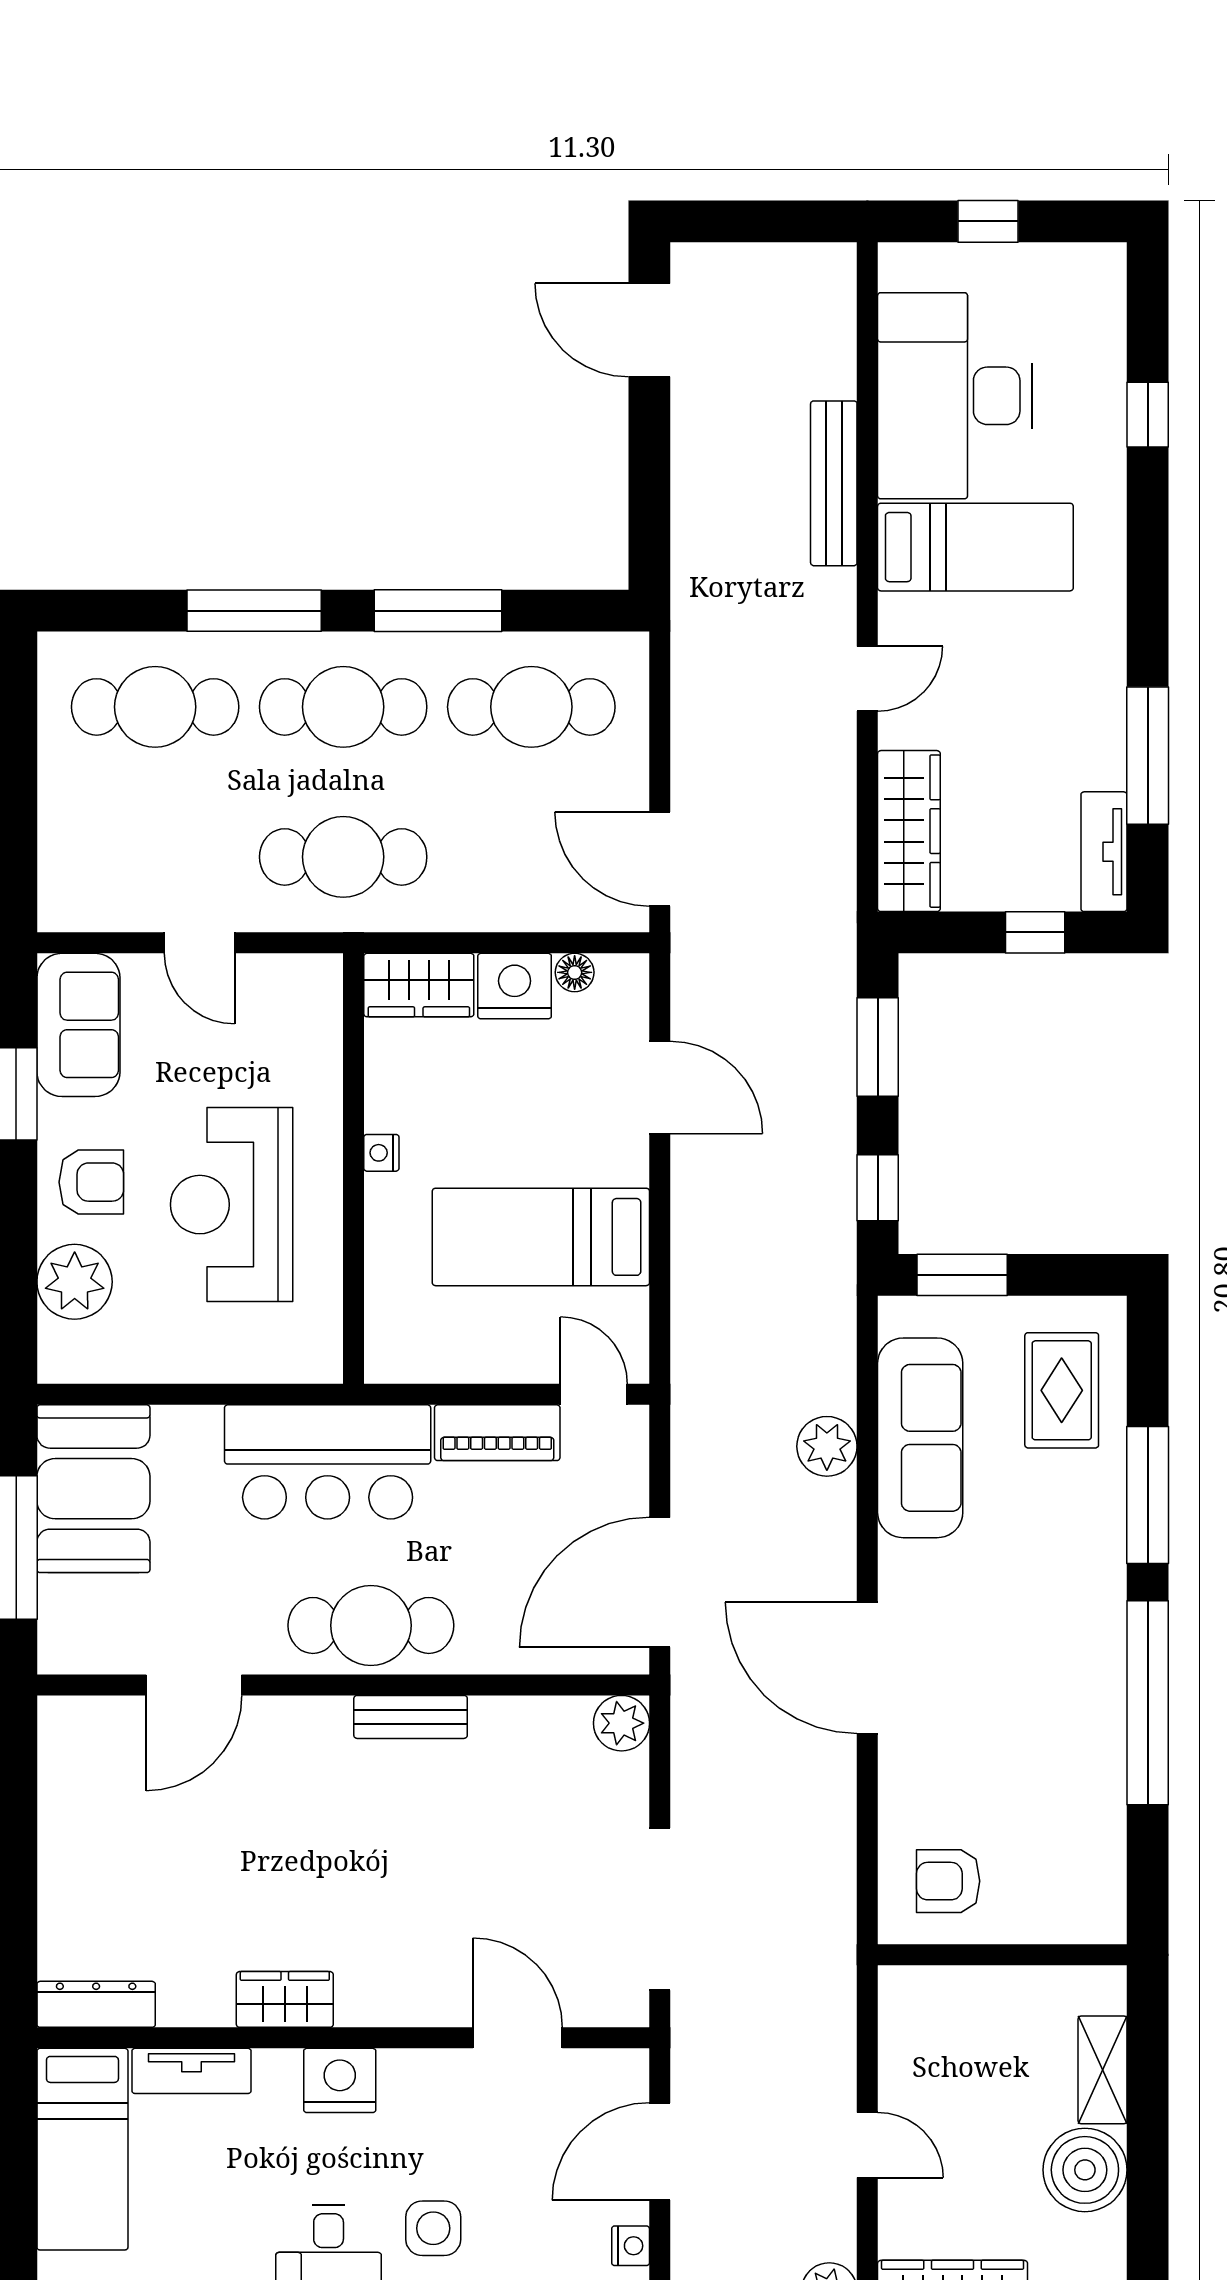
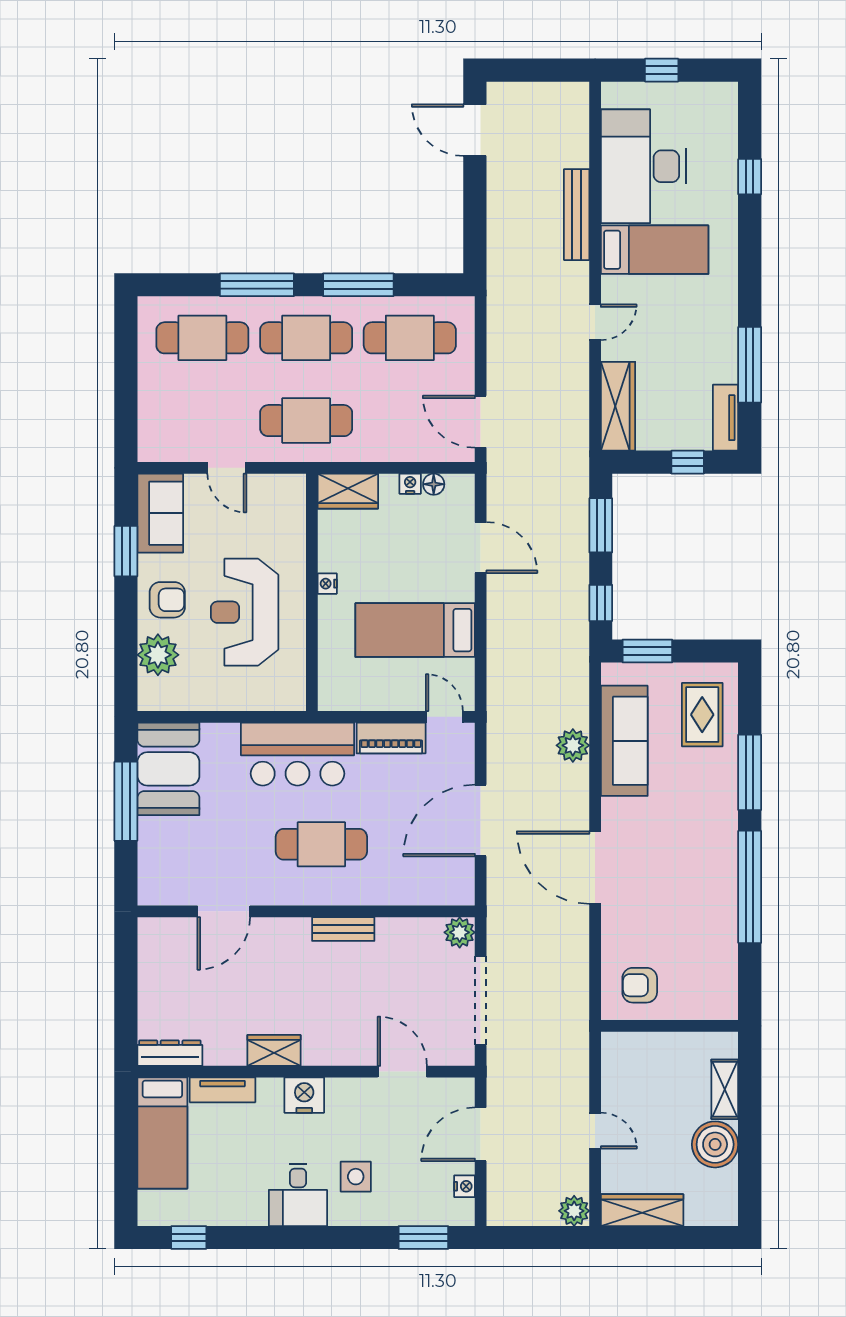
nightstand: (515, 986) -> (410, 484), width x0.53, depth x0.56
door: (194, 1685) -> (224, 911), moved
wall: (343, 1685) -> (306, 911), moved
bench: (411, 1717) -> (343, 929), moved
plant: (622, 1723) -> (460, 932), moved

